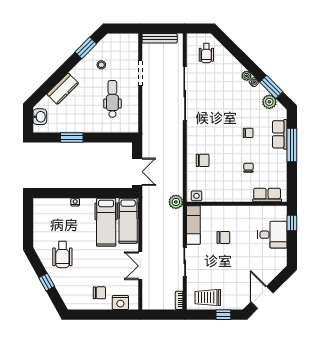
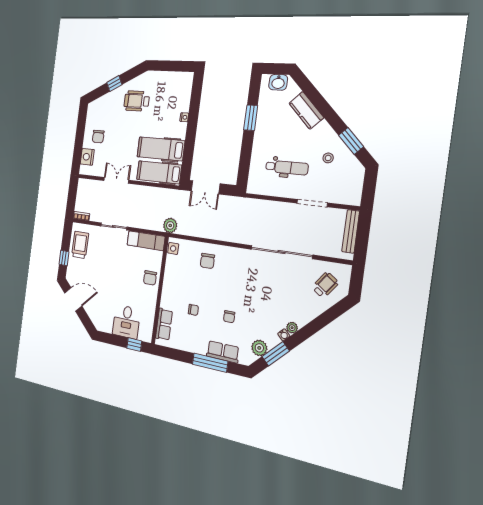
wheelchair: (206, 53) -> (325, 285), turned 126
chair: (223, 237) -> (150, 278), moved

